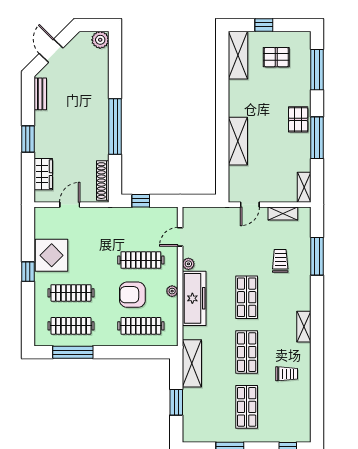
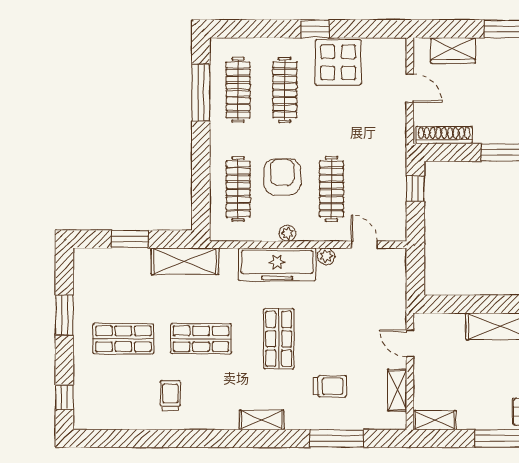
shop shelf: (247, 297) -> (279, 339), turned 90
shelving: (304, 327) -> (262, 420), moved
trolley: (287, 374) -> (170, 396), turned 180

